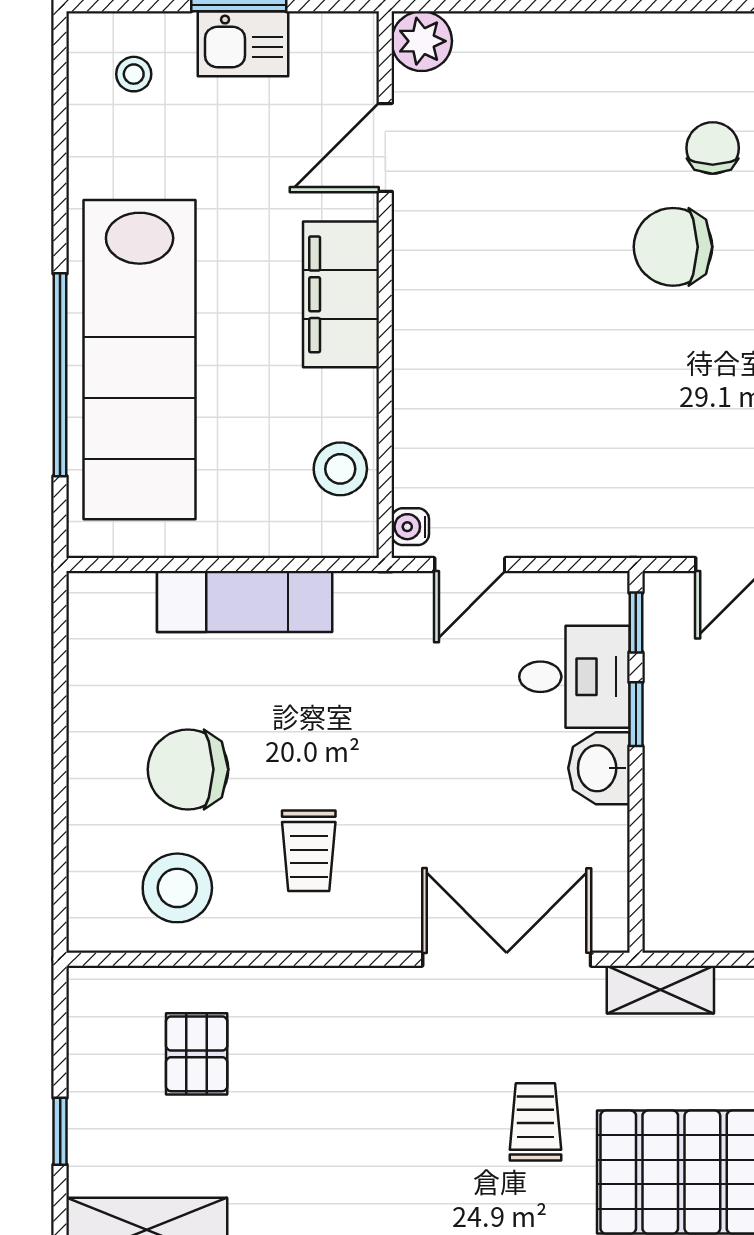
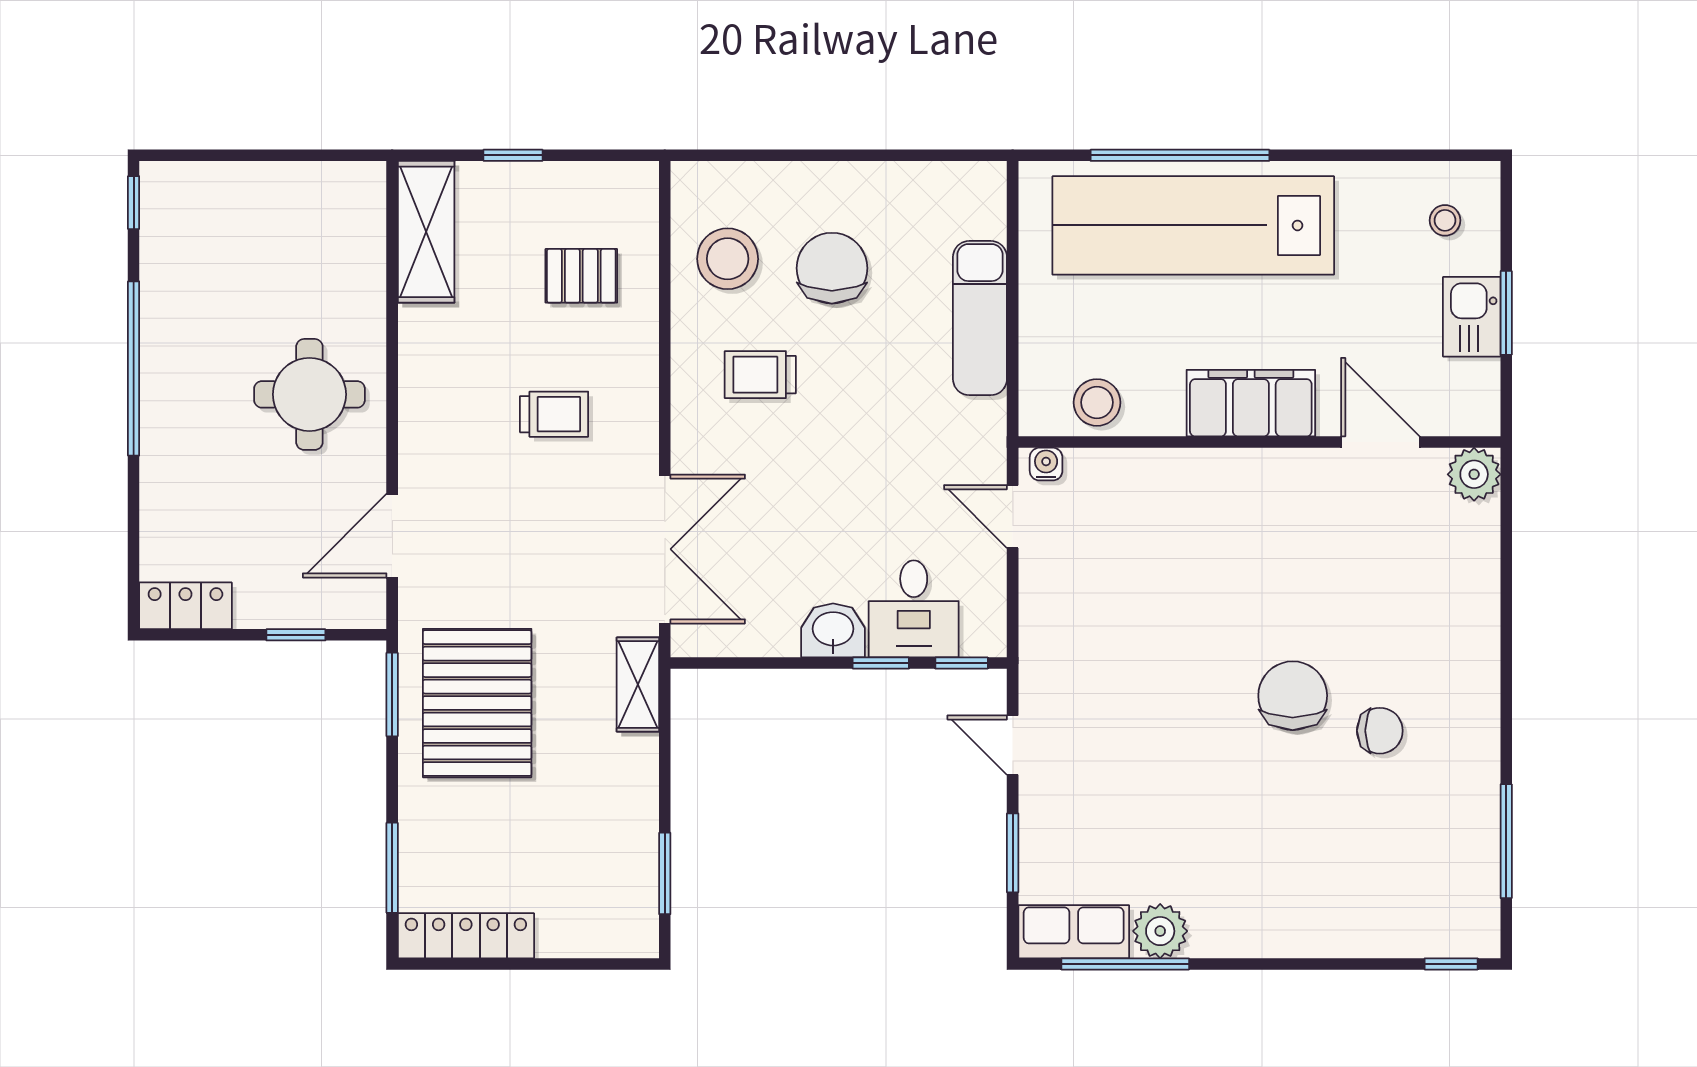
trolley: (535, 1122) -> (554, 414), moved

